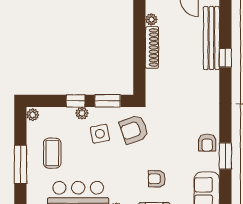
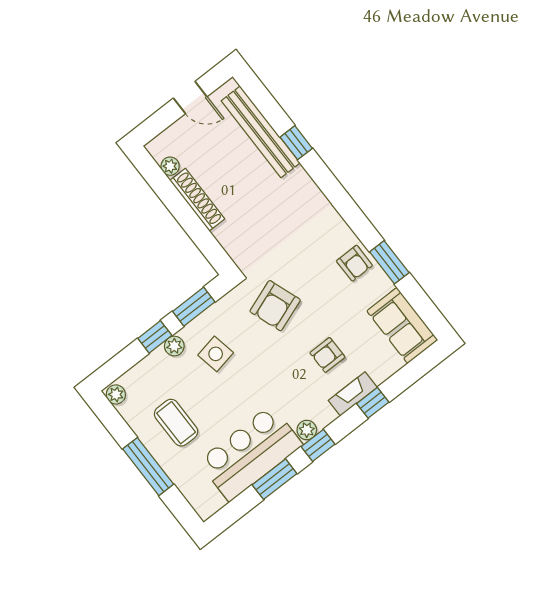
armchair: (134, 129) -> (275, 306), moved

